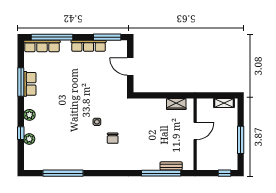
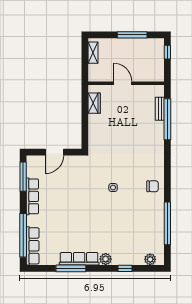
row of seats: (30, 84) -> (79, 259), width x1.48
chair: (113, 138) -> (153, 186), moved
plant: (29, 139) -> (150, 259), moved

